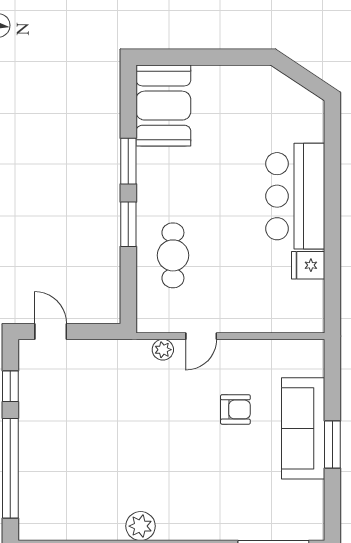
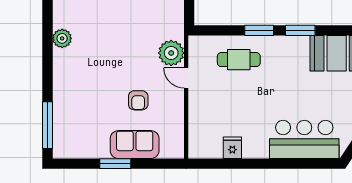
bar counter: (295, 196) -> (304, 139), moved
plant: (163, 350) -> (171, 53), width x1.88, depth x1.88
sofa: (303, 428) -> (135, 145), width x0.73

